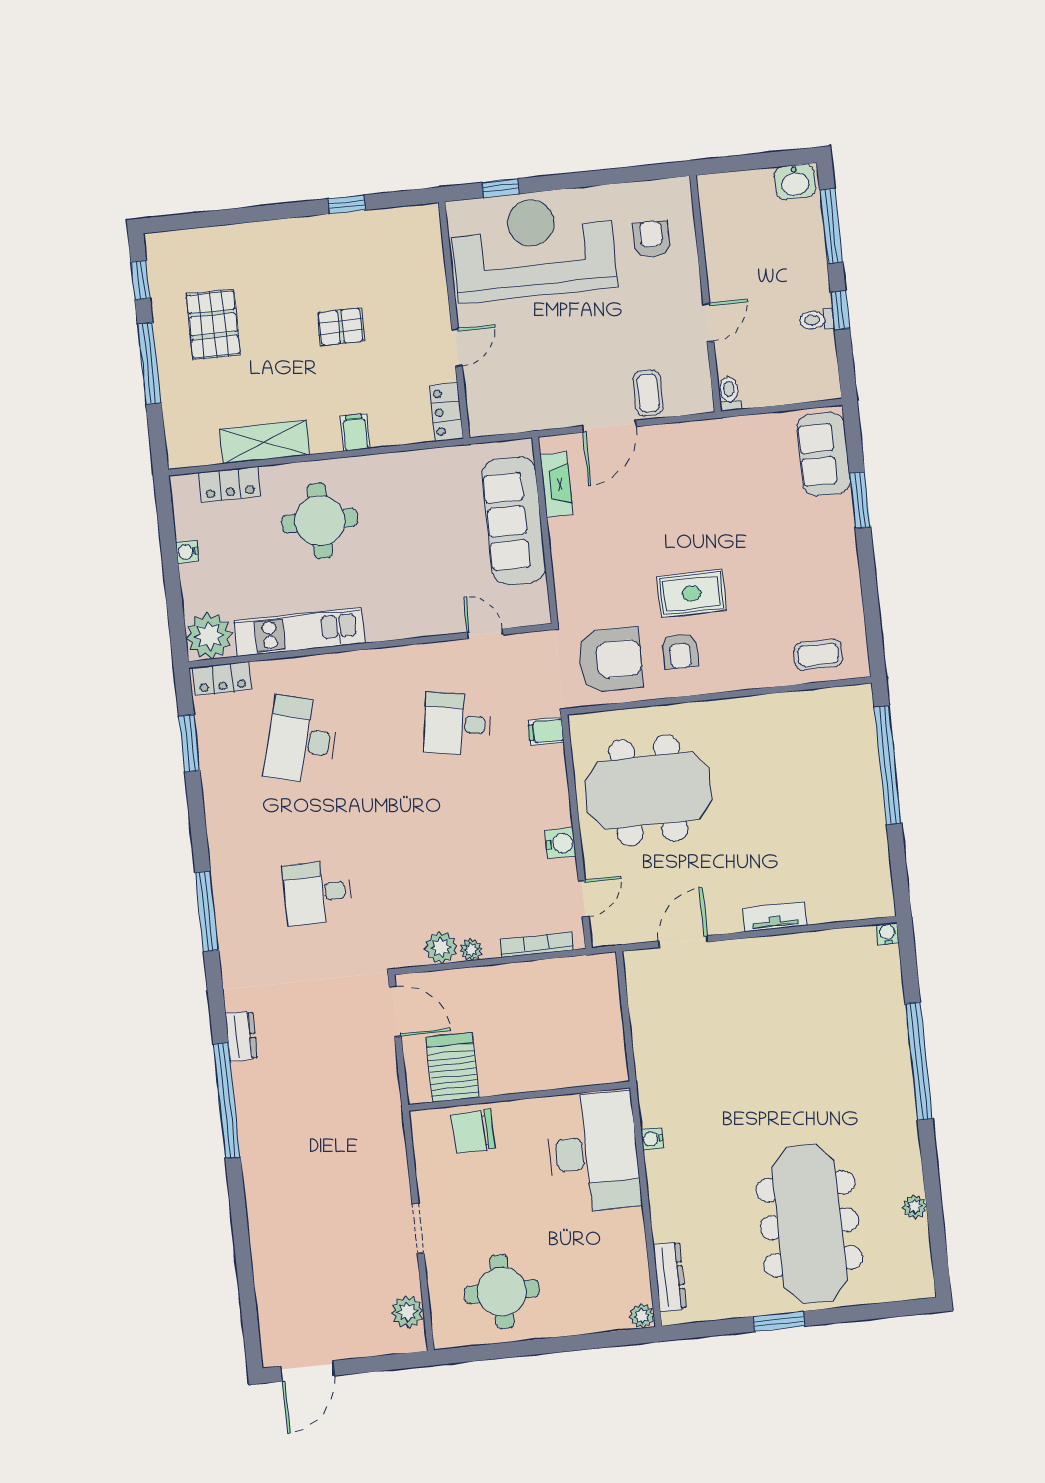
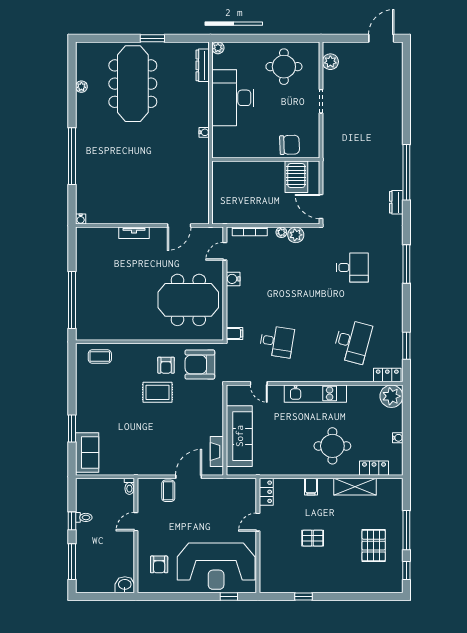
washbasin: (795, 182) -> (125, 585), moved
kitchen unit: (299, 632) -> (315, 394), moved
armchair: (680, 651) -> (166, 365), turned 180
desk: (593, 1152) -> (233, 98), moved

